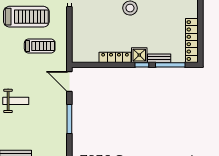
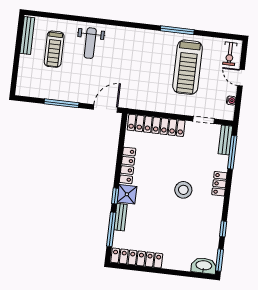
locker: (78, 37) -> (156, 125), added
treadmill: (40, 46) -> (54, 49), moved

